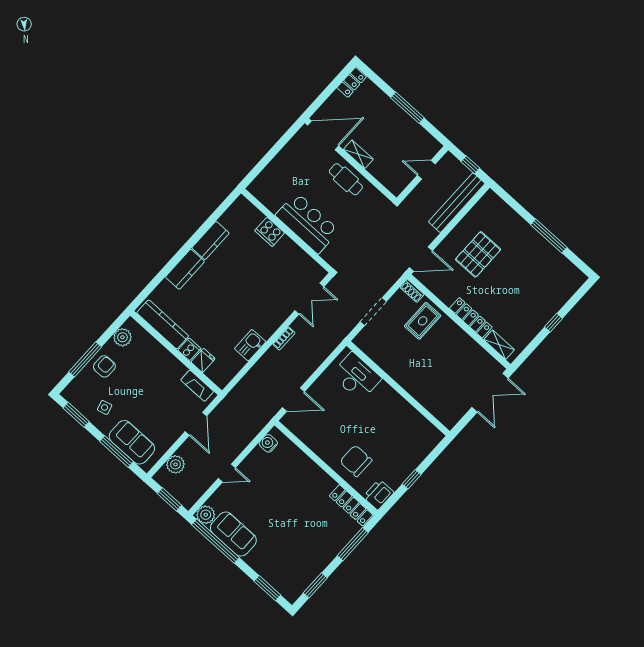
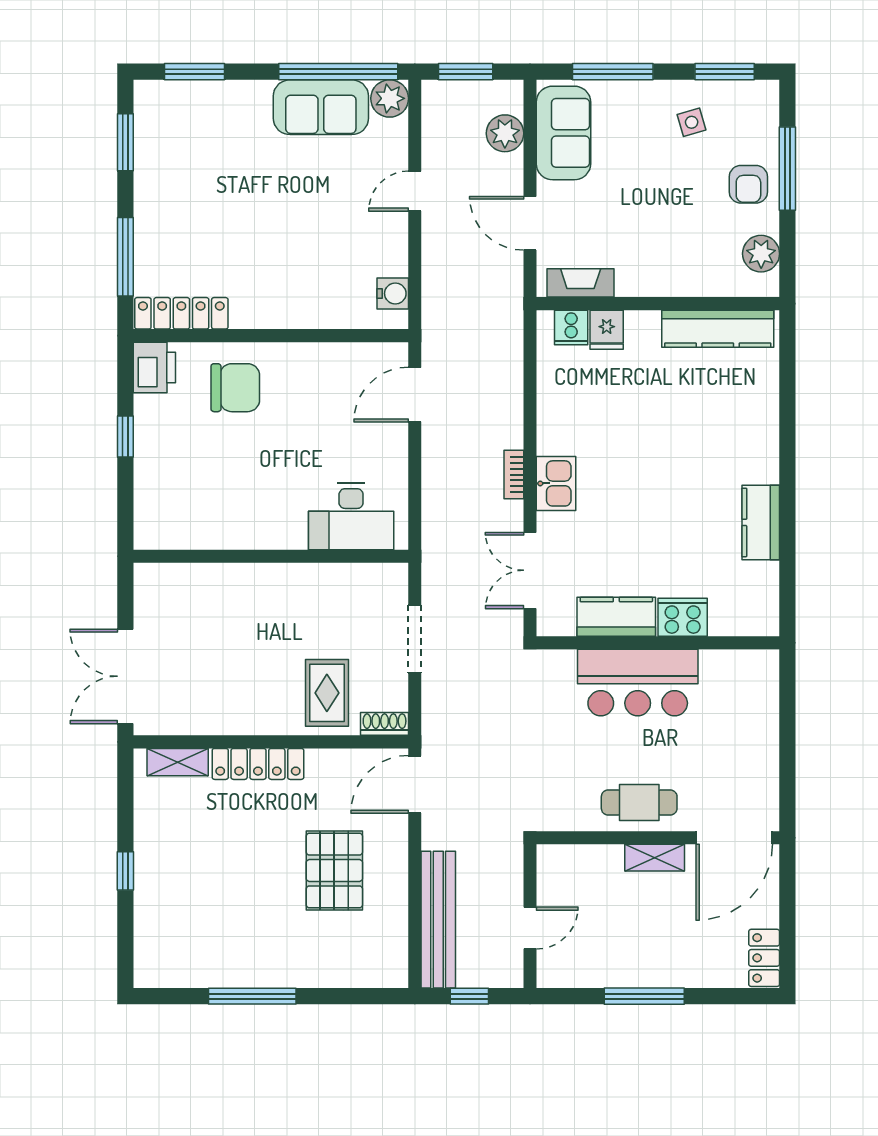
kitchen counter: (185, 269) -> (616, 617), moved, turned 90
kitchen sink: (250, 345) -> (556, 483), moved
cooker: (189, 349) -> (571, 327), moved
sofa: (132, 442) -> (563, 133), moved, turned -90

